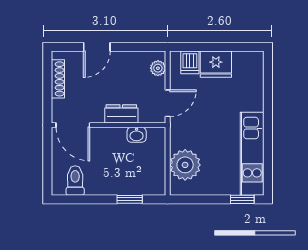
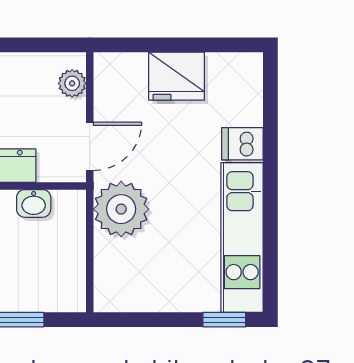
dishwasher: (190, 62) -> (242, 144), moved, turned 90
plant: (185, 165) -> (121, 209), moved

